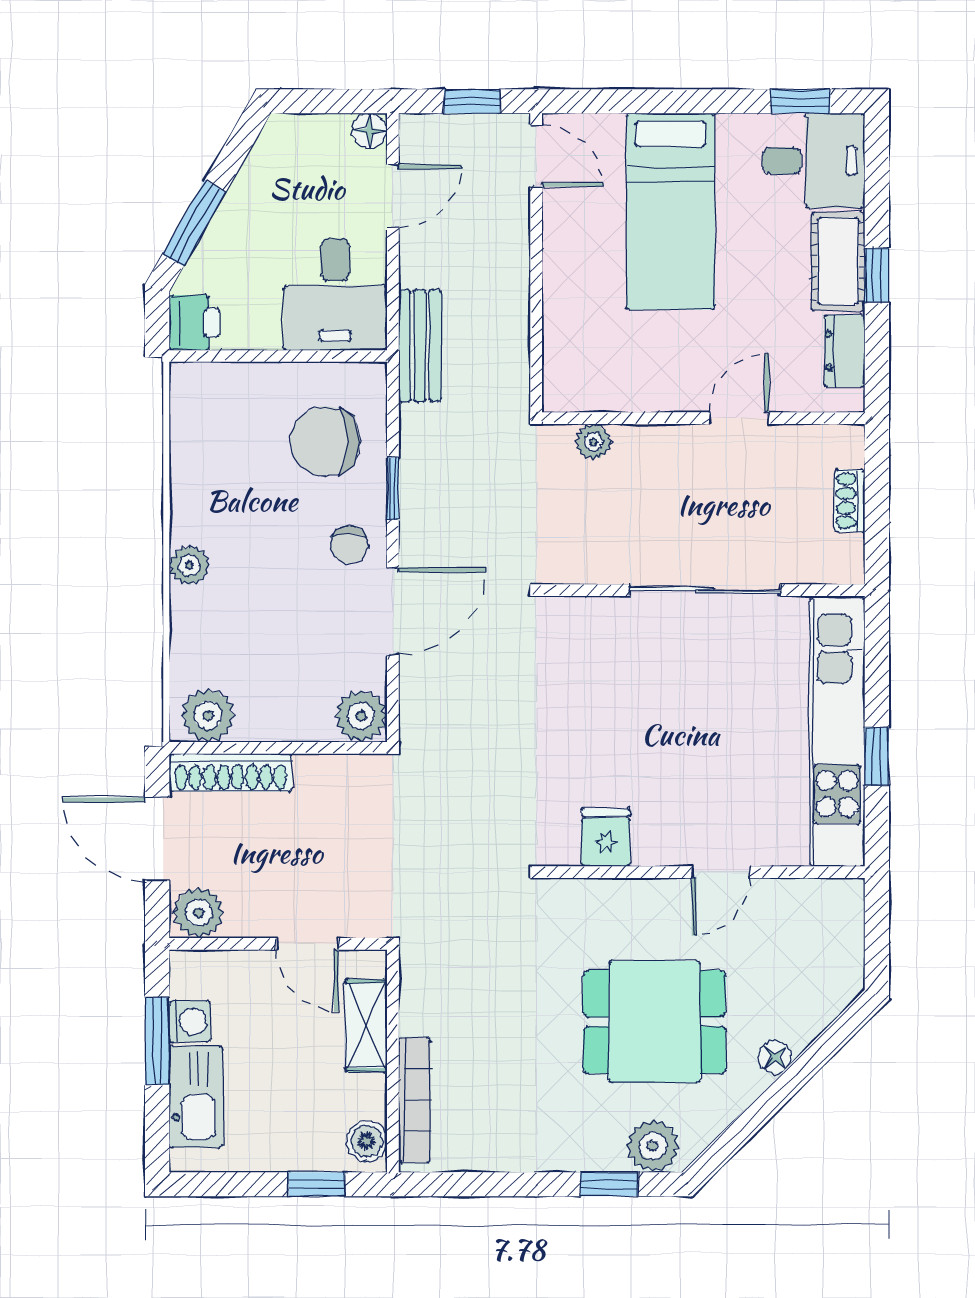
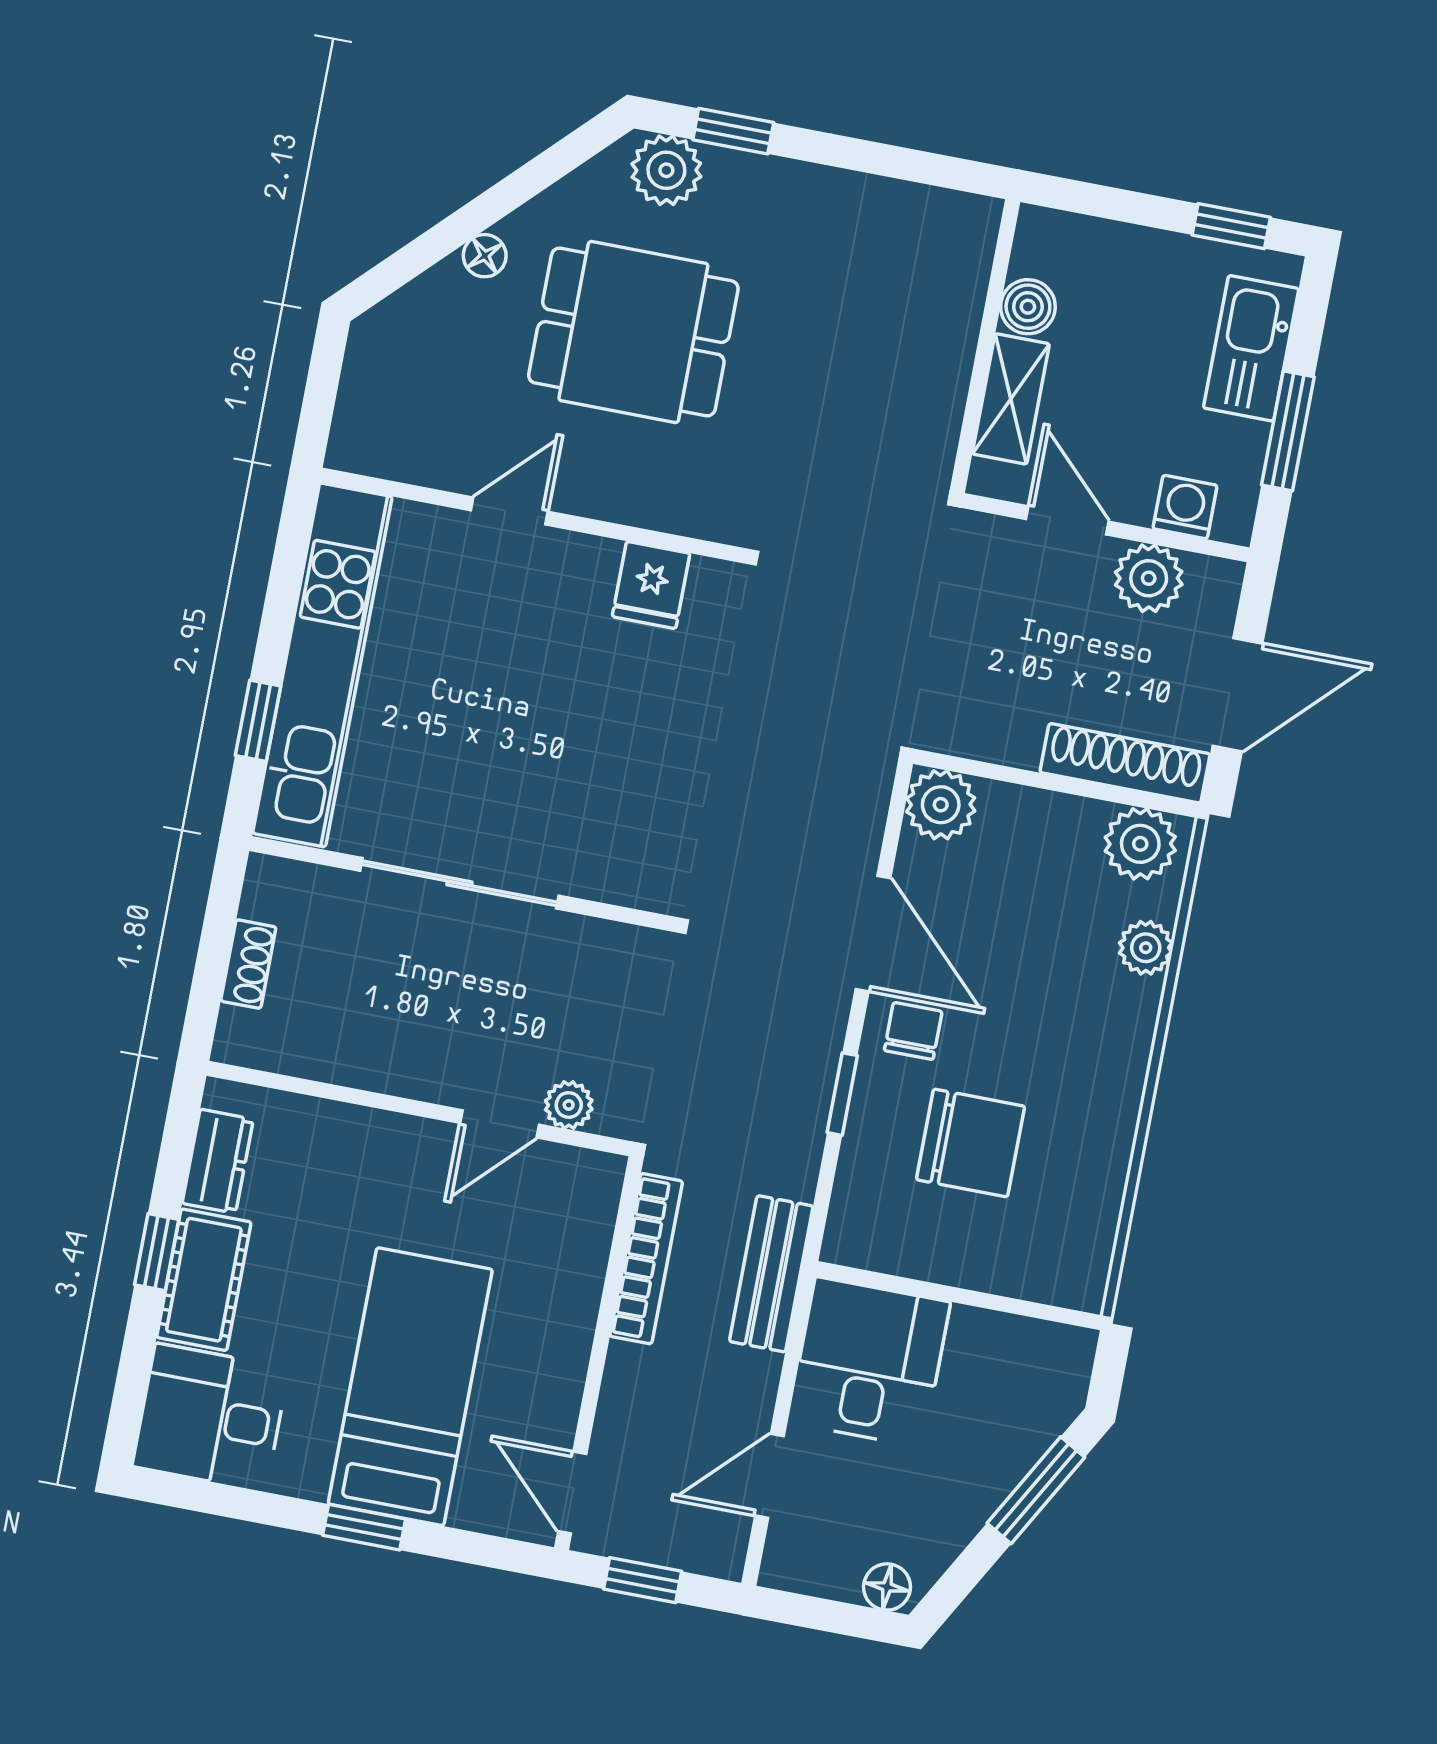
window: (801, 101) -> (364, 1527), moved
floor lamp: (370, 131) -> (887, 1587), moved
printer: (194, 323) -> (1061, 1360), removed
door: (739, 418) -> (499, 1124), moved
chair: (325, 441) -> (971, 1143), moved
plant: (189, 565) -> (1146, 948), moved
door: (393, 611) -> (873, 933), swing flipped
window: (877, 756) -> (258, 721), moved
door: (157, 839) -> (1238, 695), hinge flipped
plant: (199, 913) -> (1149, 578), moved
washing machine: (190, 1021) -> (1185, 507), moved, turned 90
bookcase: (414, 1100) -> (646, 1259), moved, turned 180
boiler: (367, 1141) -> (1028, 307), moved
window: (317, 1184) -> (1231, 226), moved

